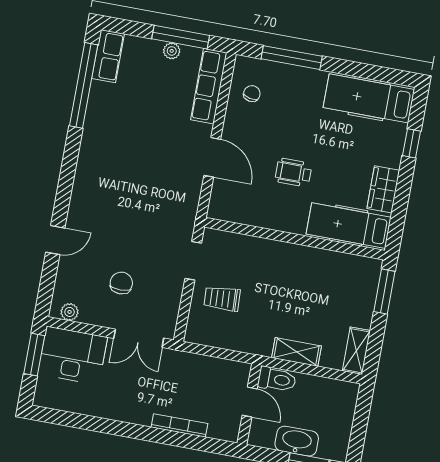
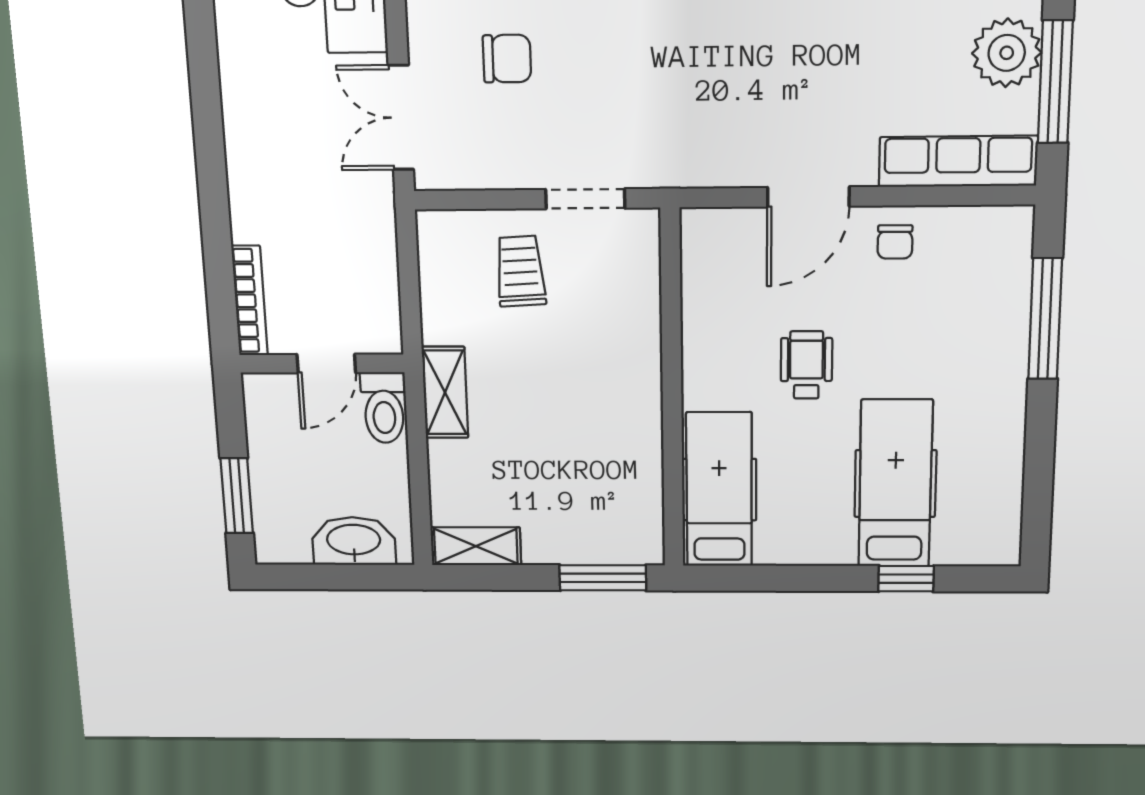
plant: (172, 51) -> (1007, 53), width x1.87, depth x1.87
chair: (252, 94) -> (895, 242), moved, turned 79
hospital bed: (369, 98) -> (895, 484), moved
wardrobe: (383, 189) -> (804, 542), removed
shelving: (297, 352) -> (445, 392), moved
bookcase: (179, 425) -> (250, 301), moved
washbasin: (297, 441) -> (354, 541), moved, turned -90

